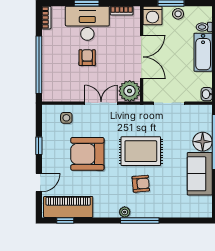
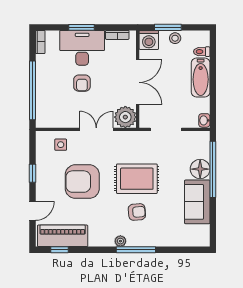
armchair: (87, 58) -> (82, 83), turned 180

